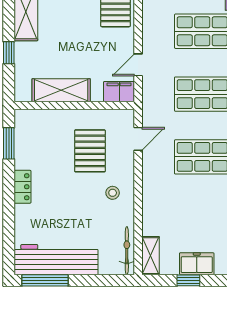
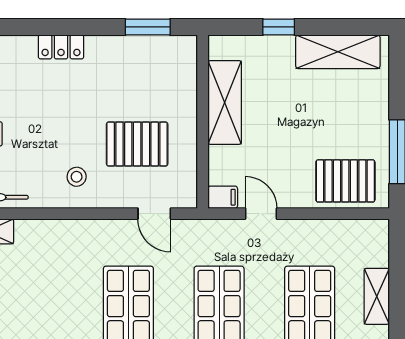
filing cabinet: (119, 92) -> (223, 197), width x0.50
locker: (23, 187) -> (61, 47), moved

